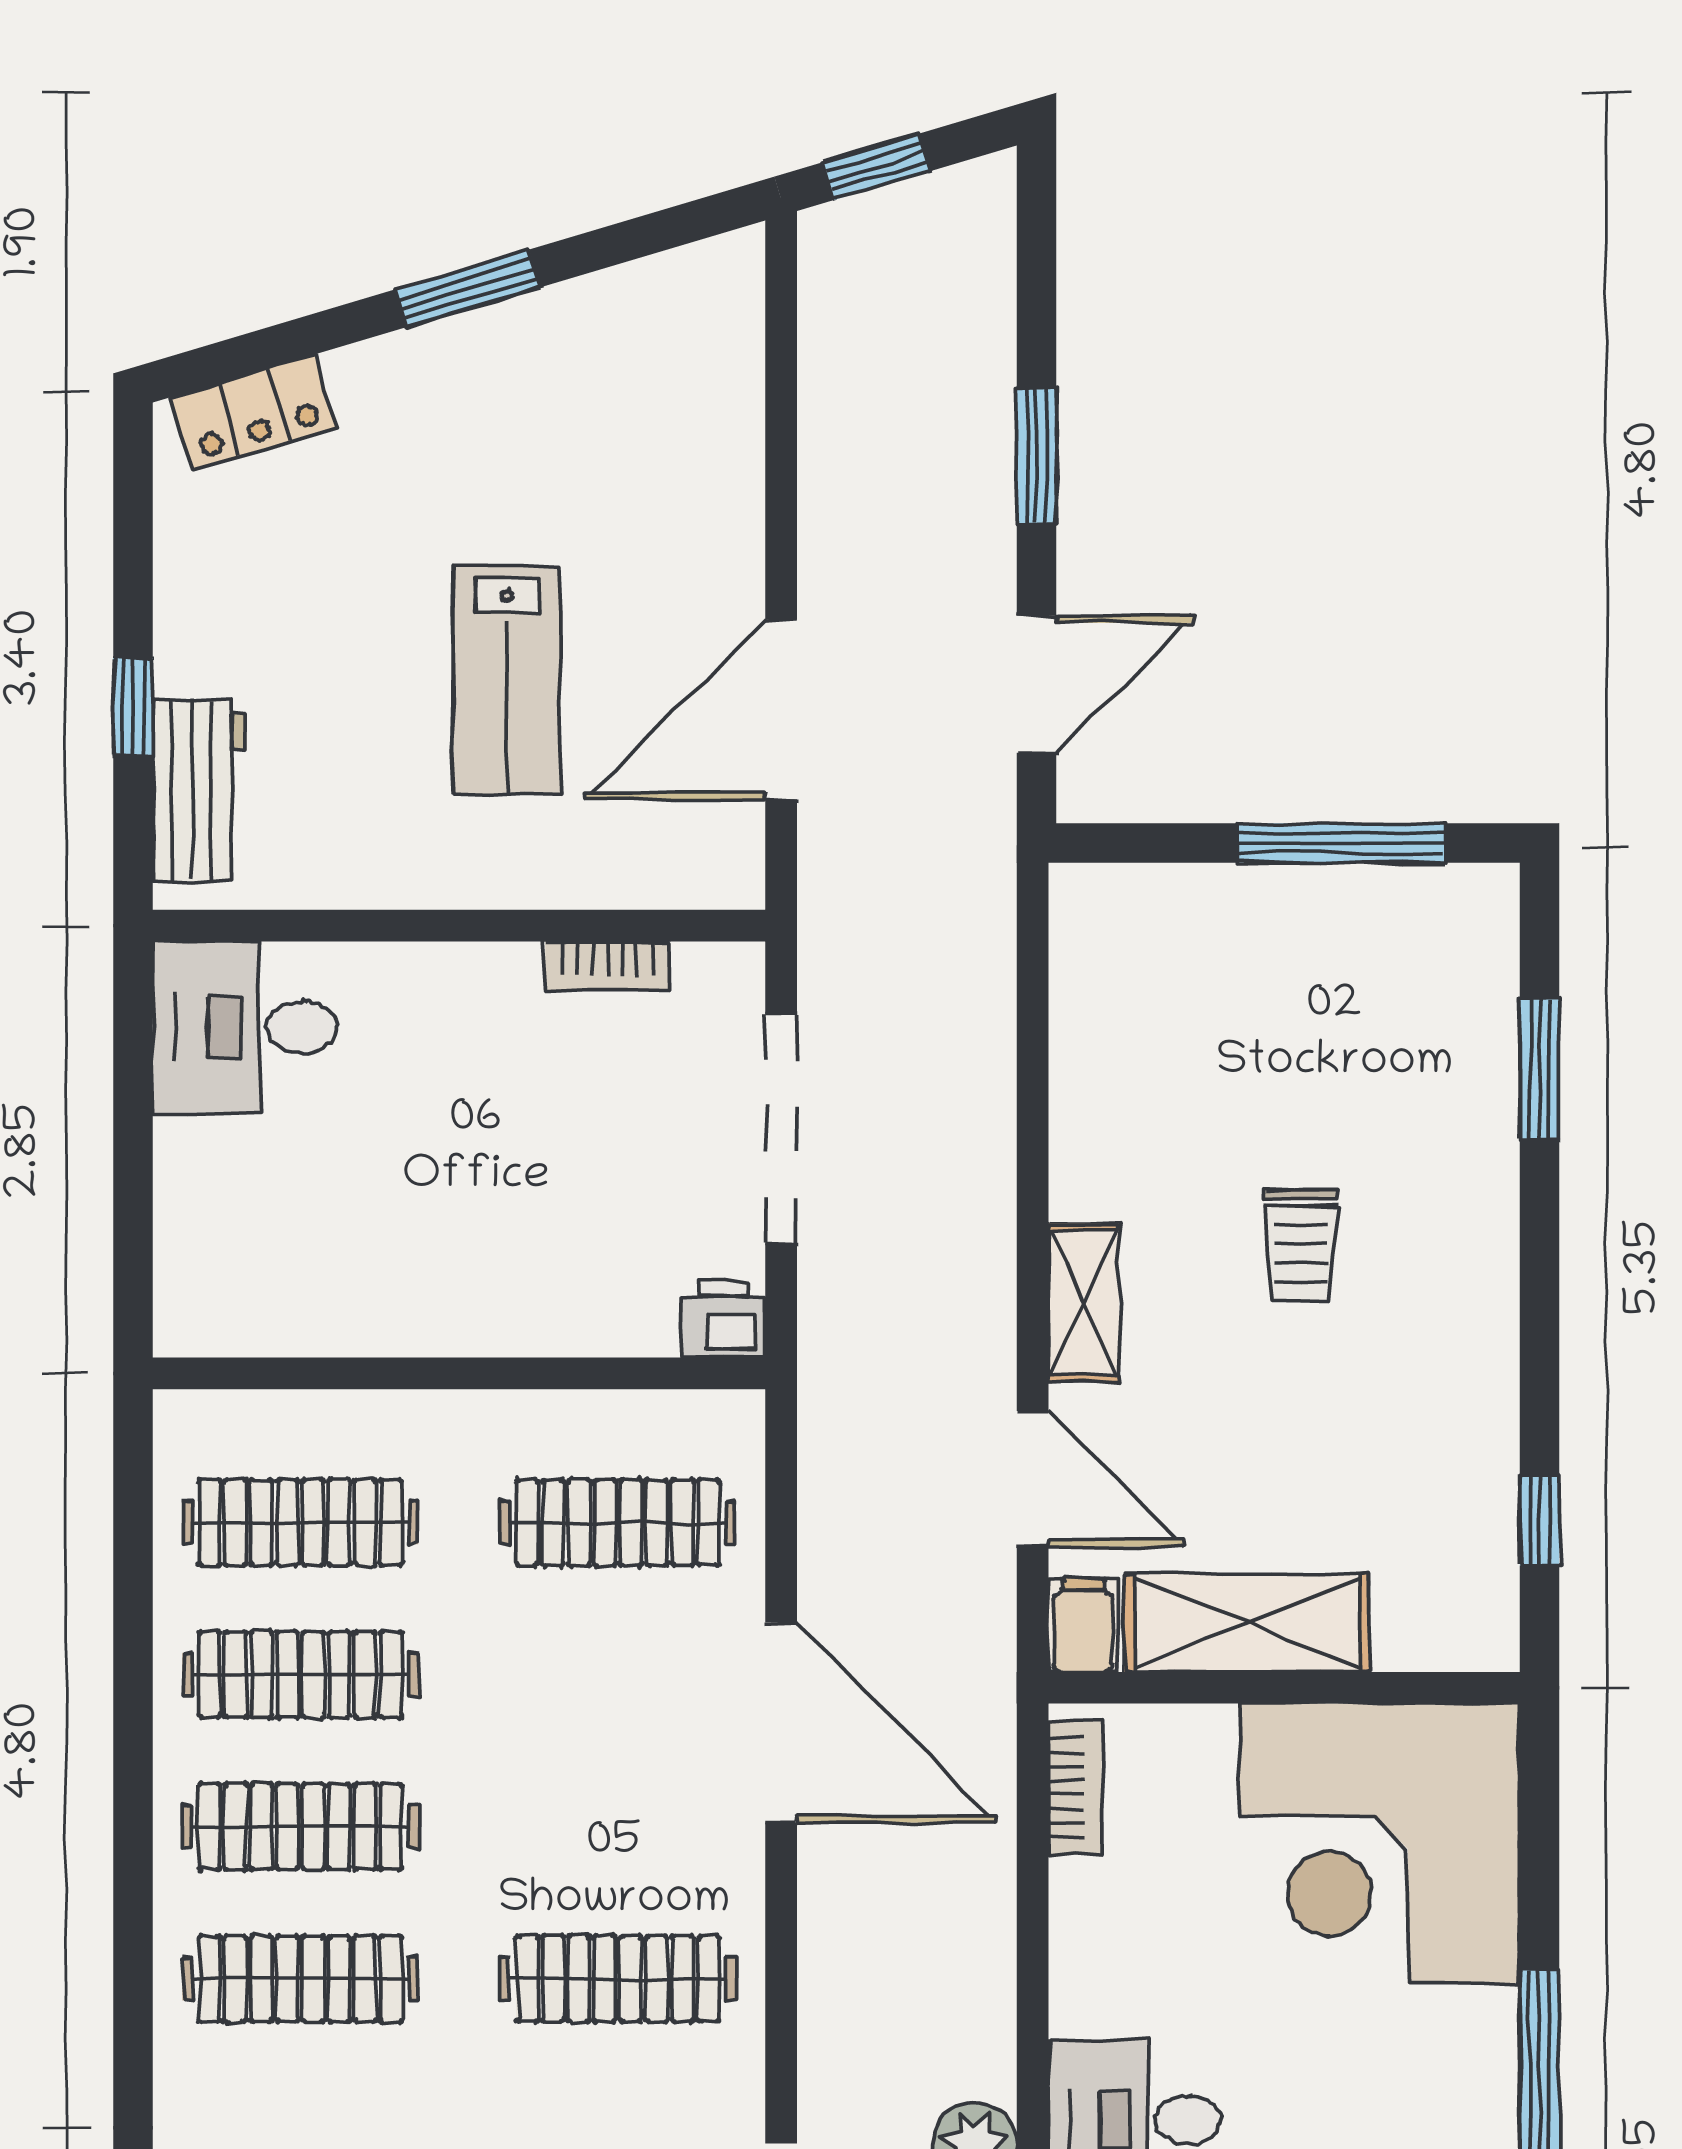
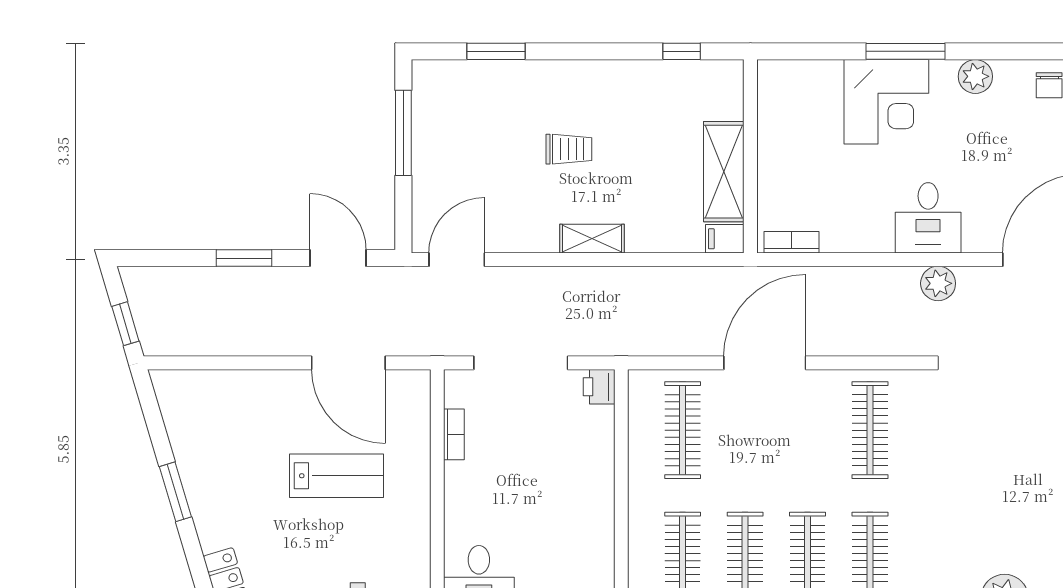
door: (1033, 1479) -> (457, 260), moved
corner desk: (1380, 1843) -> (886, 102), moved, width x0.74, depth x0.74

